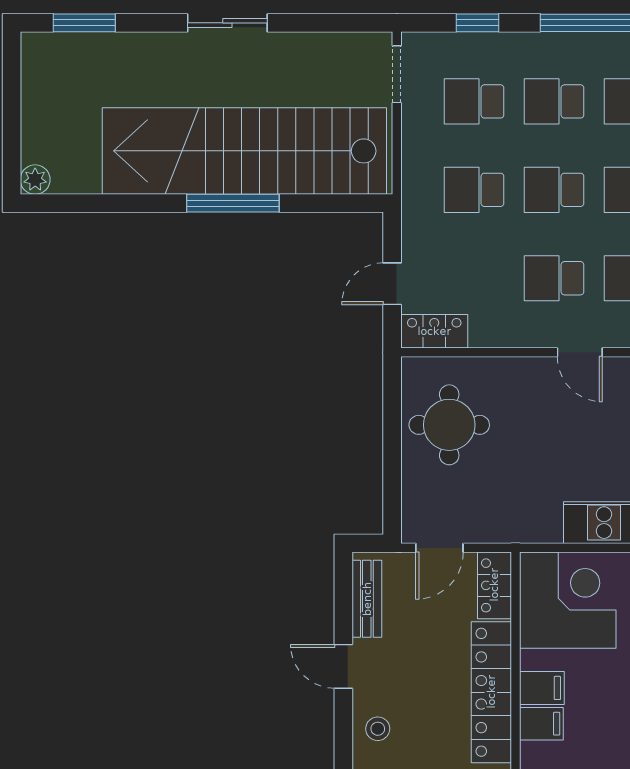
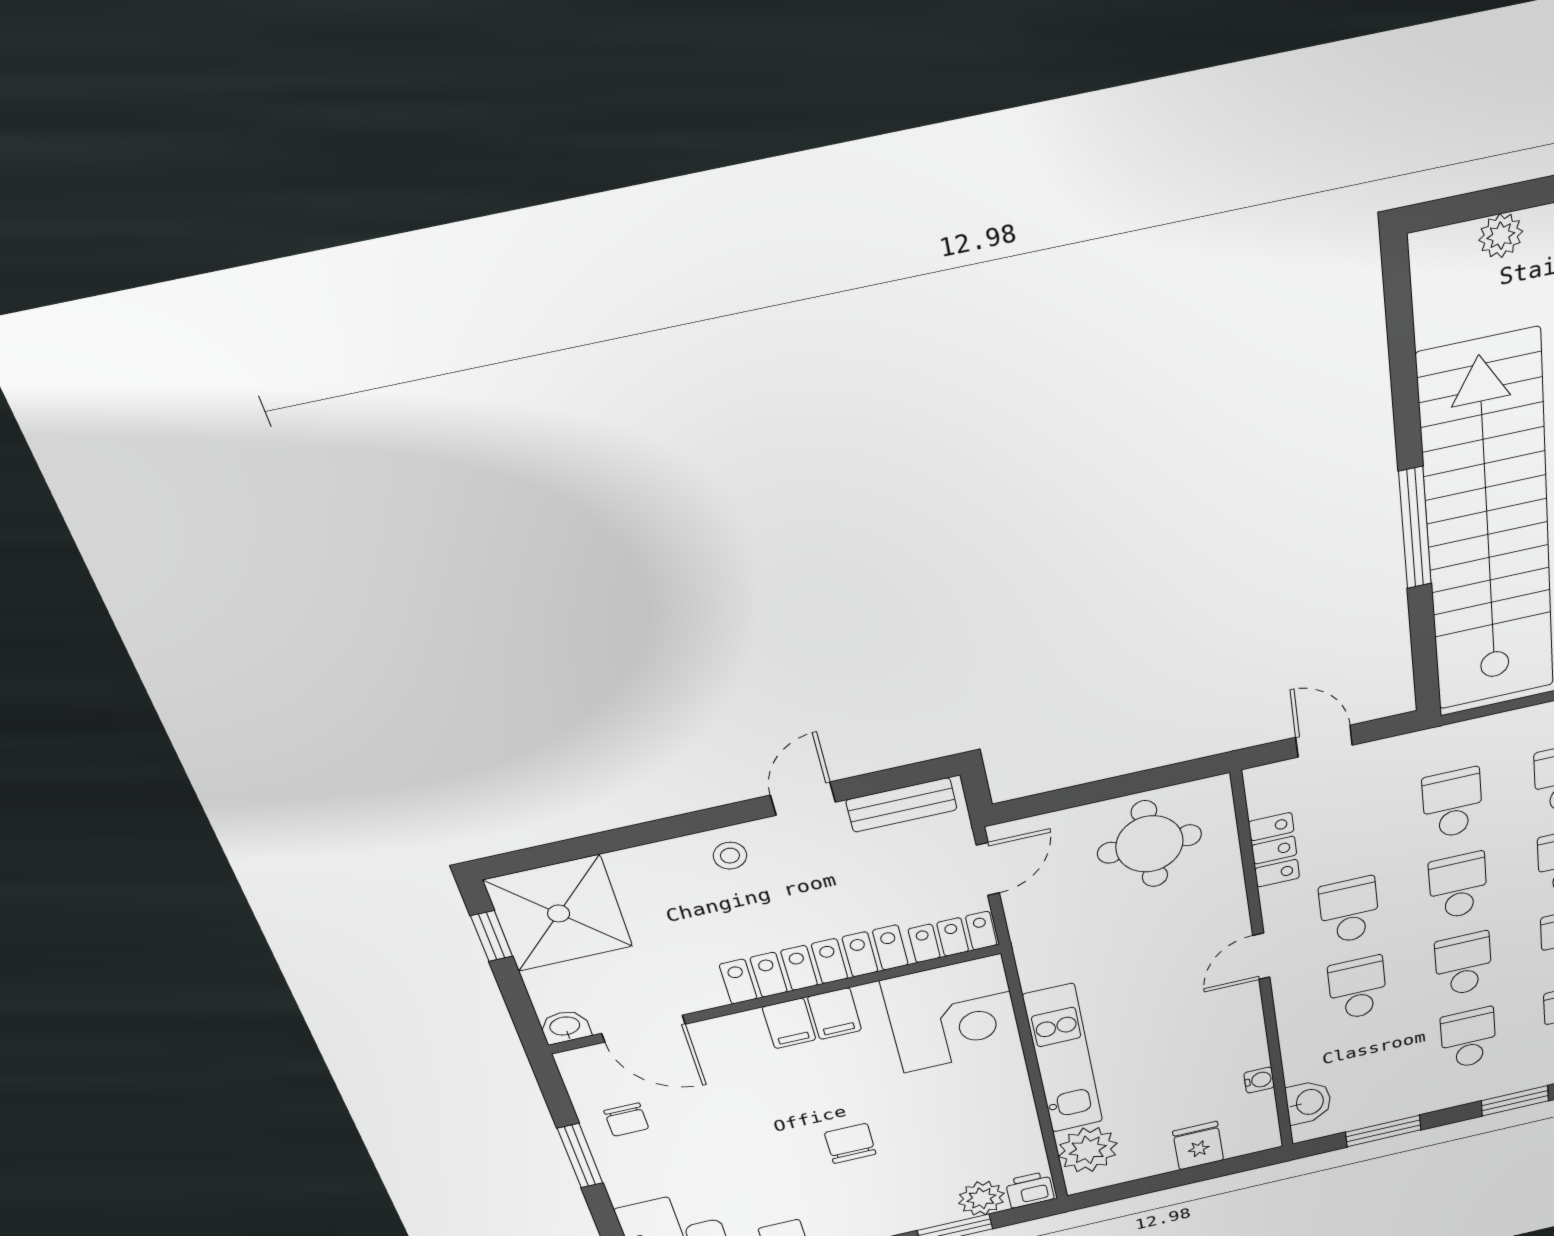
plant: (35, 180) -> (1501, 236), moved
locker: (434, 331) -> (1274, 850), moved
door: (439, 548) -> (988, 869), swing flipped

